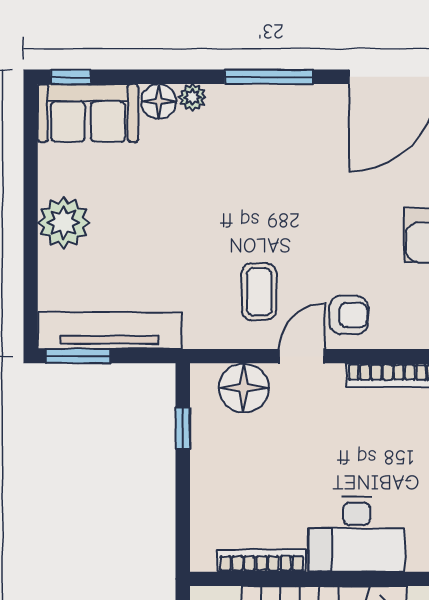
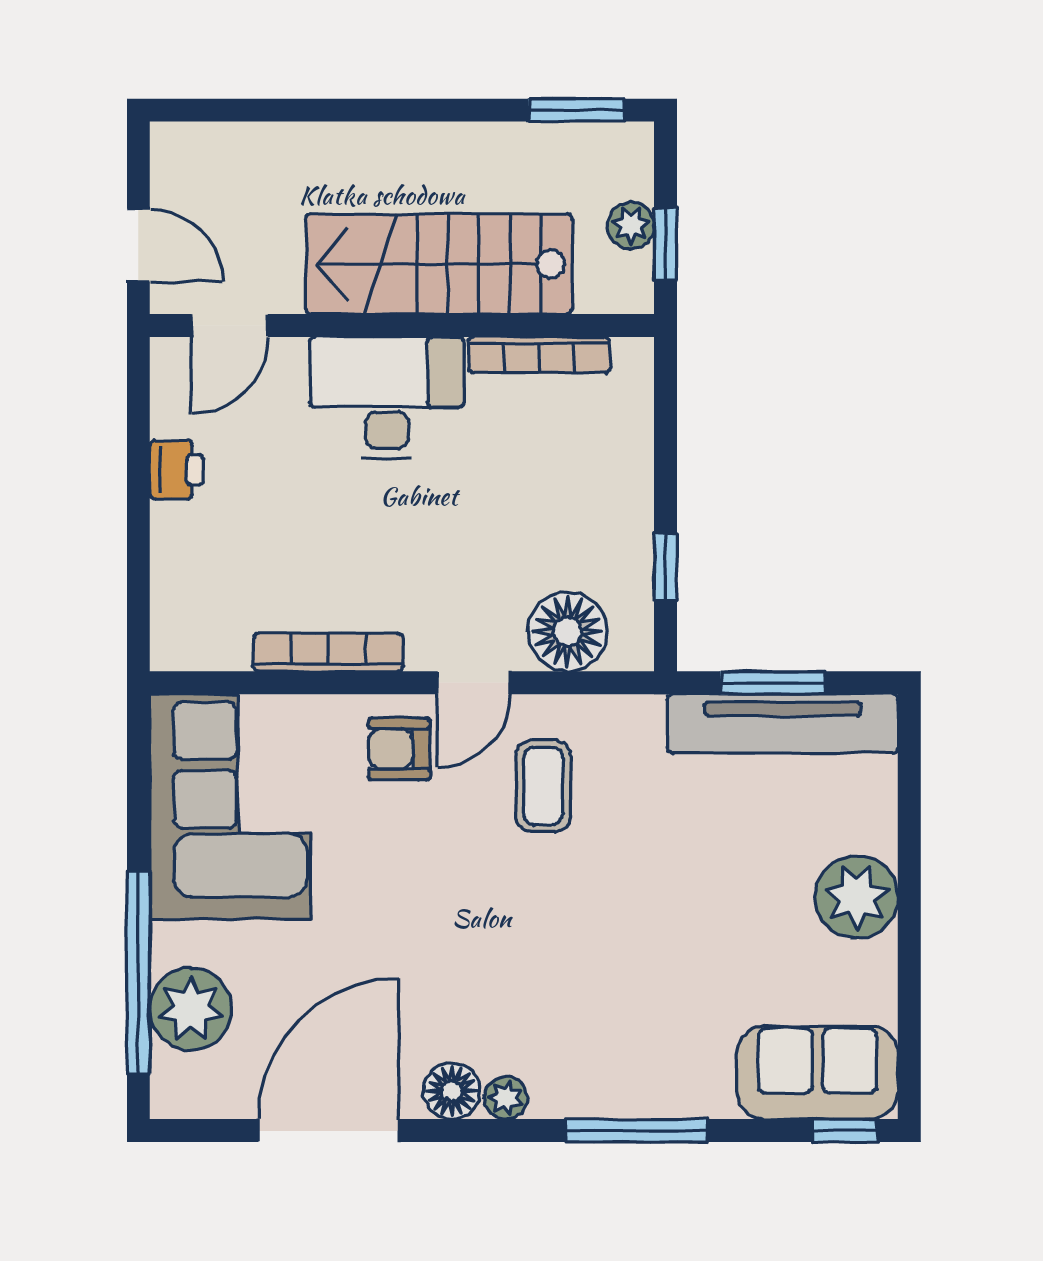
window: (269, 77) -> (636, 1131), moved
plant: (192, 97) -> (506, 1098), moved
floor lamp: (159, 101) -> (452, 1091), moved
window: (78, 356) -> (773, 683), moved

